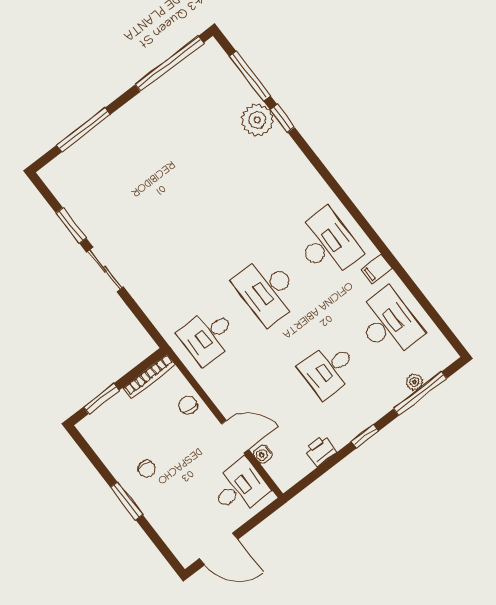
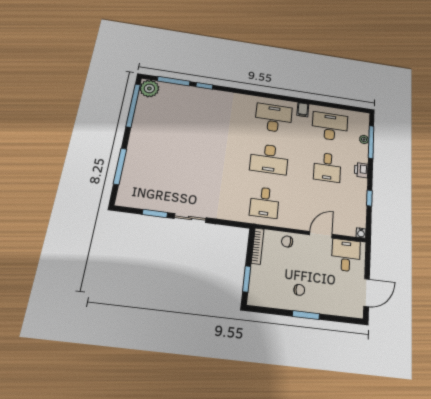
plant: (257, 120) -> (149, 88), moved
window: (365, 436) -> (369, 198), moved
printer: (320, 450) -> (361, 170), moved
water cooler: (263, 454) -> (361, 233), moved

